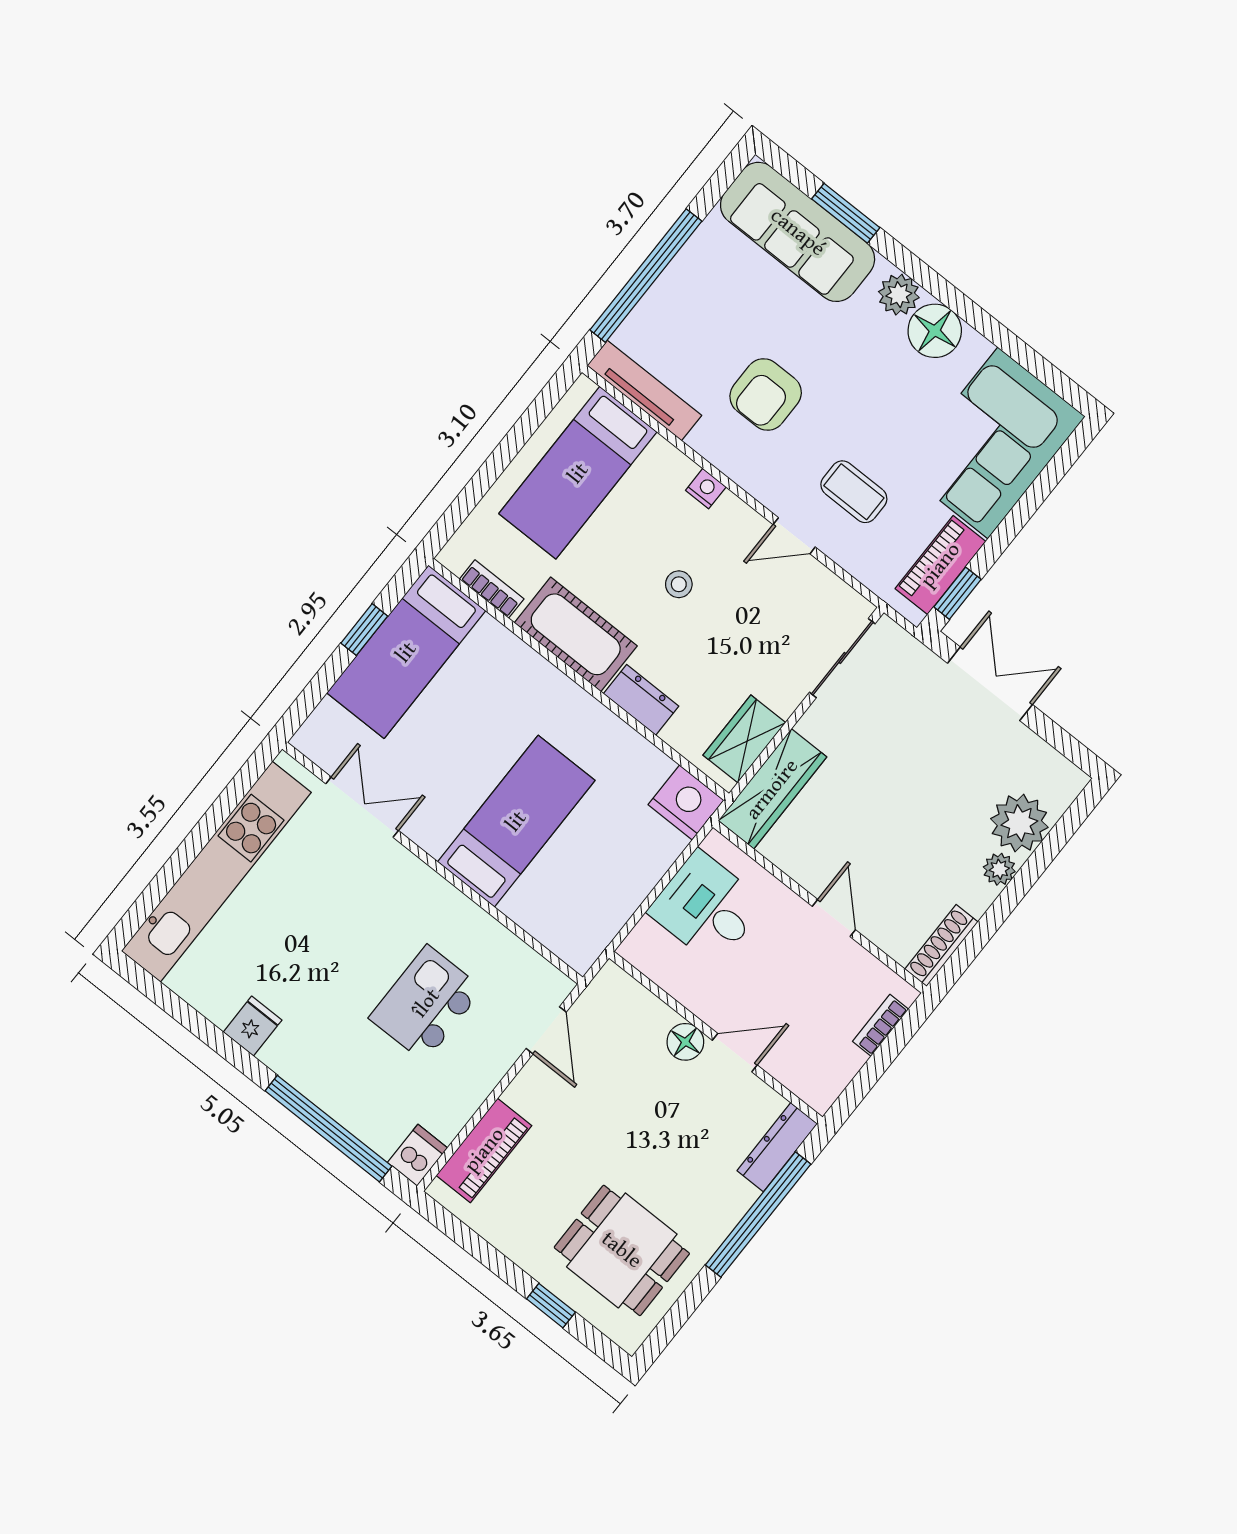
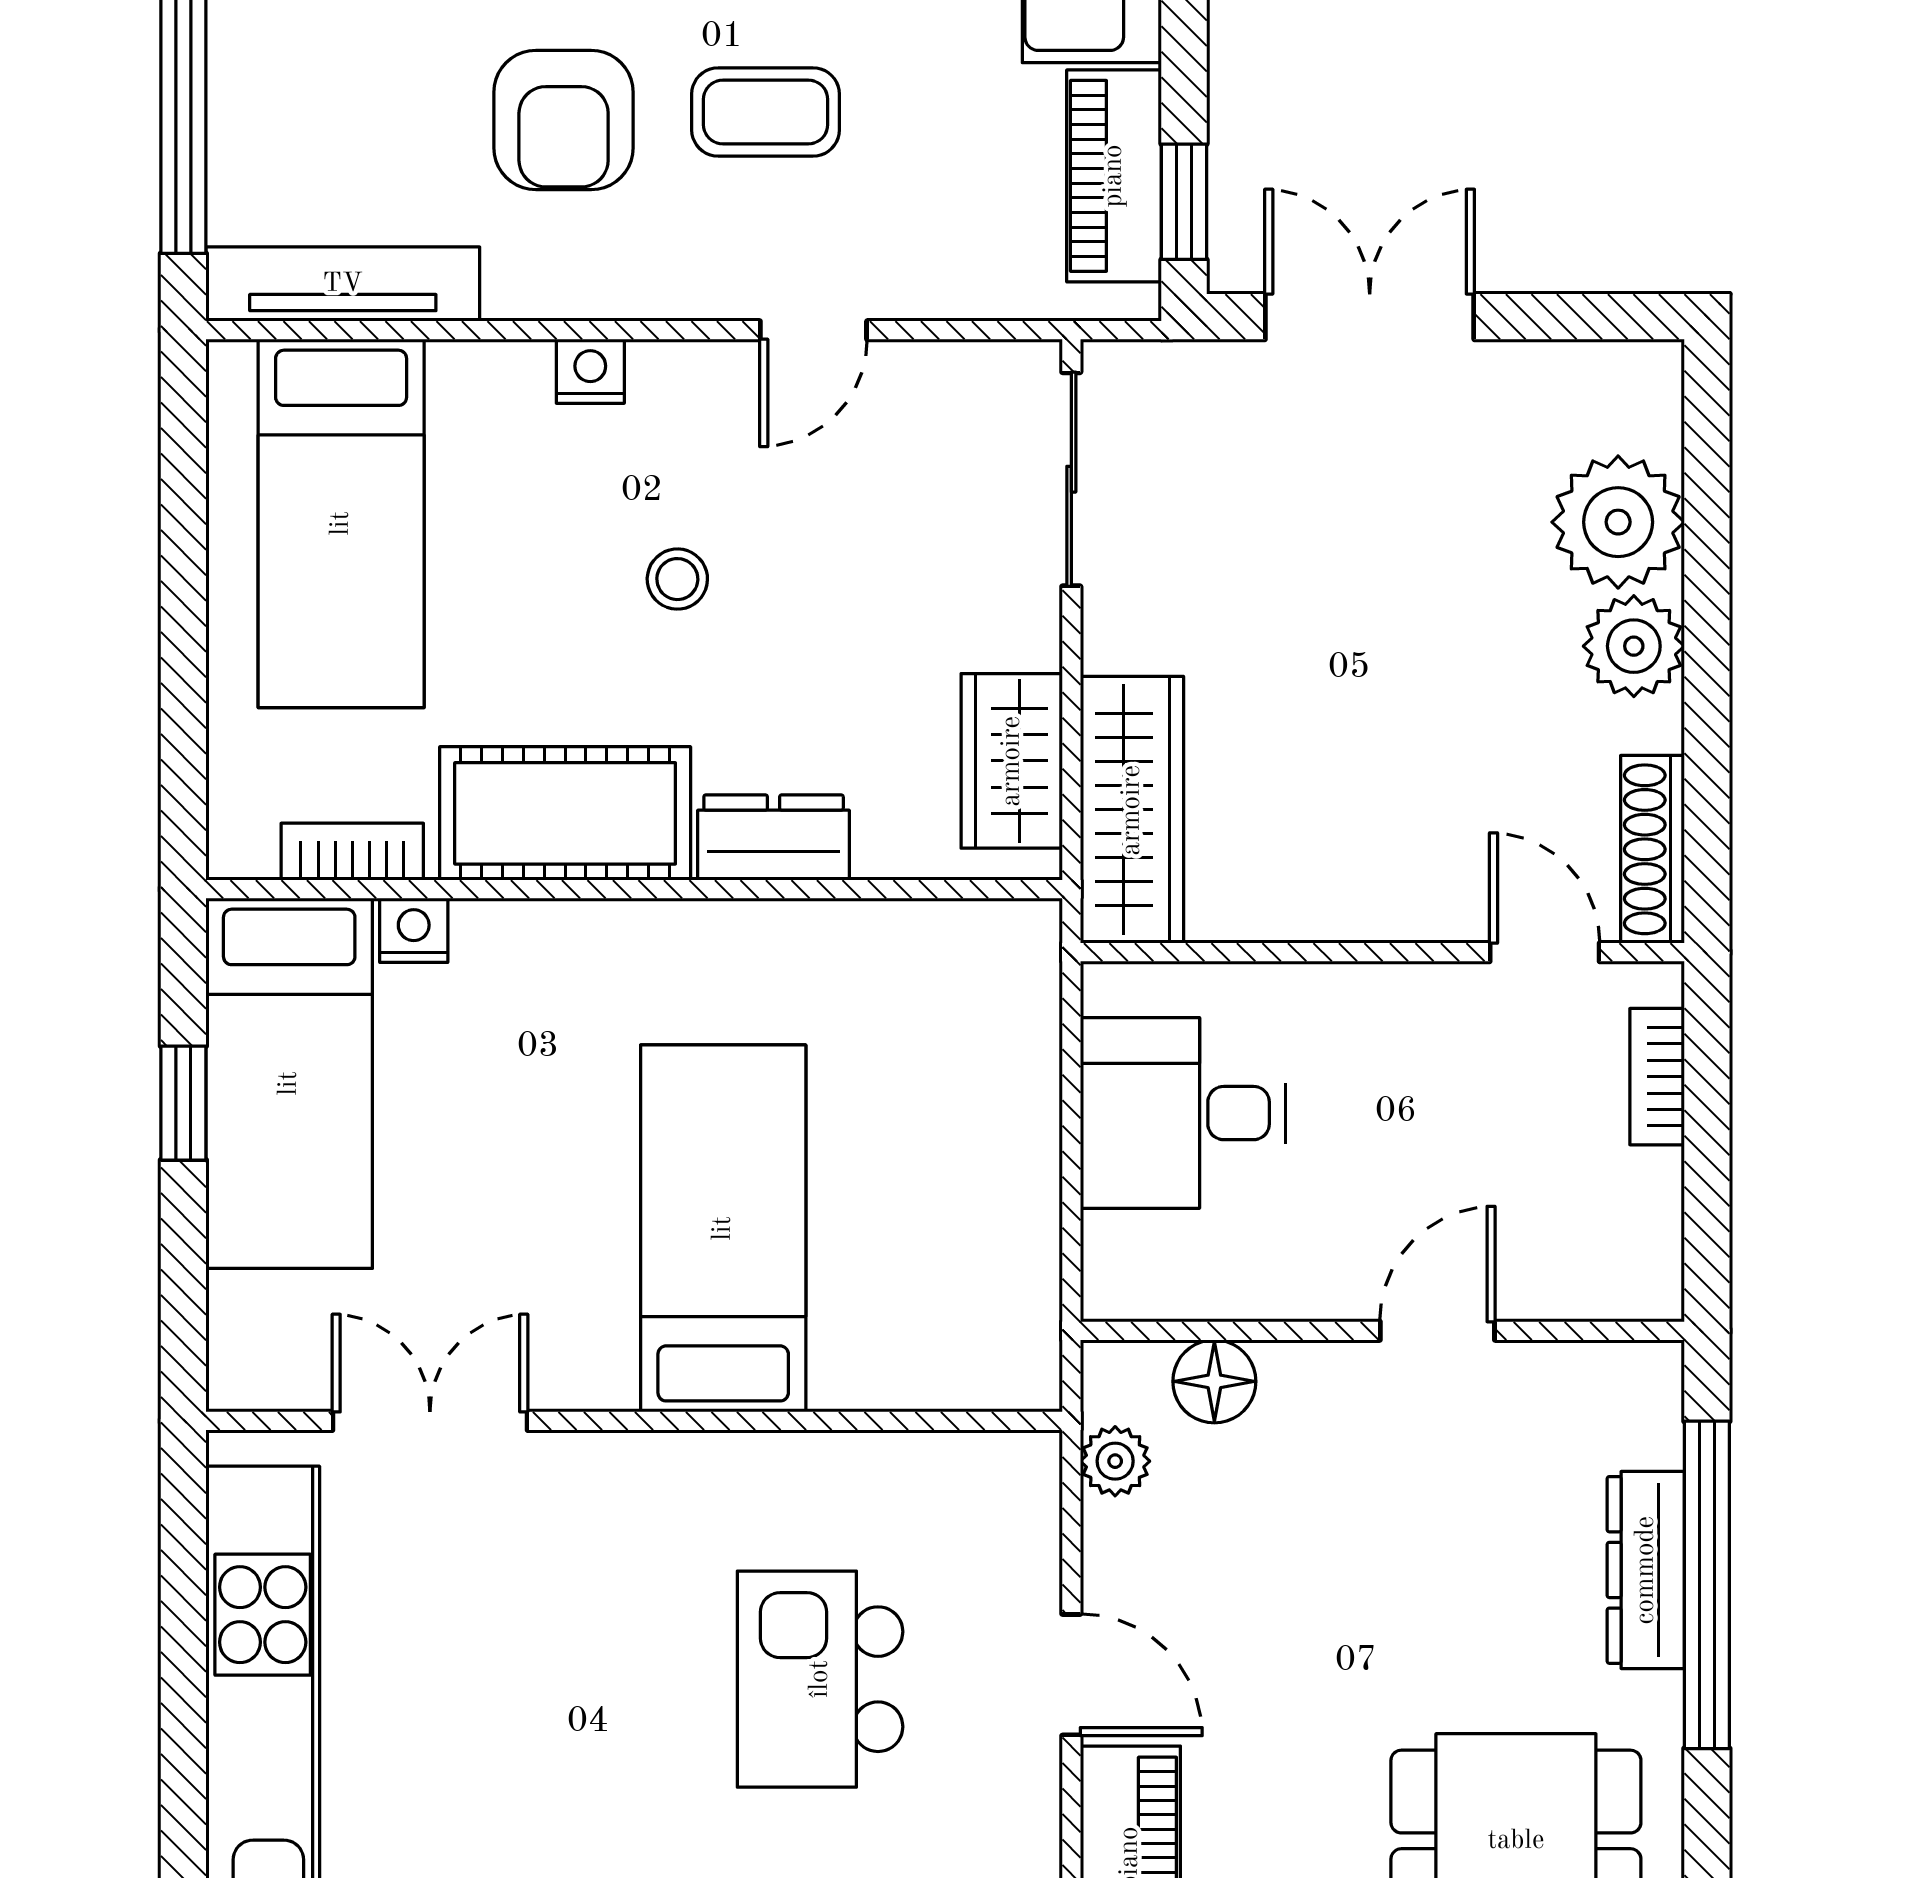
coffee table: (854, 492) -> (766, 112), moved
nightstand: (686, 802) -> (414, 930), moved, width x0.53, depth x0.56
plant: (999, 869) -> (1634, 646), width x1.38, depth x1.38
door: (834, 918) -> (1545, 952), moved
plant: (588, 1009) -> (1115, 1461), added
door: (546, 1030) -> (1071, 1675), moved
floor lamp: (685, 1042) -> (1214, 1381), moved
dresser: (777, 1147) -> (1646, 1570), moved

